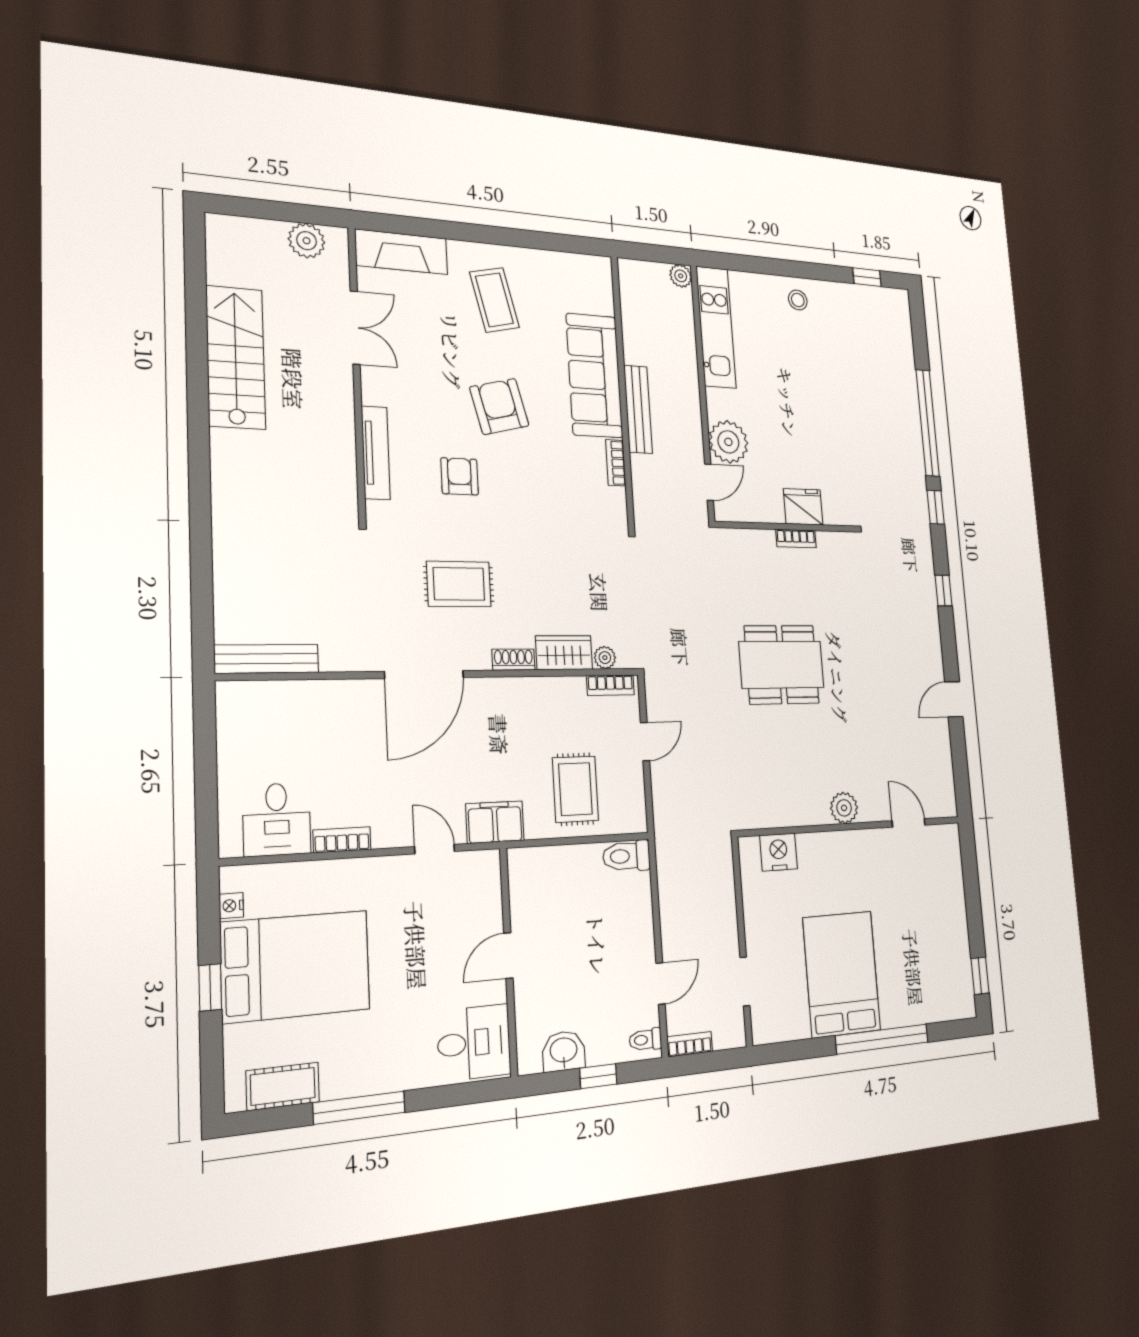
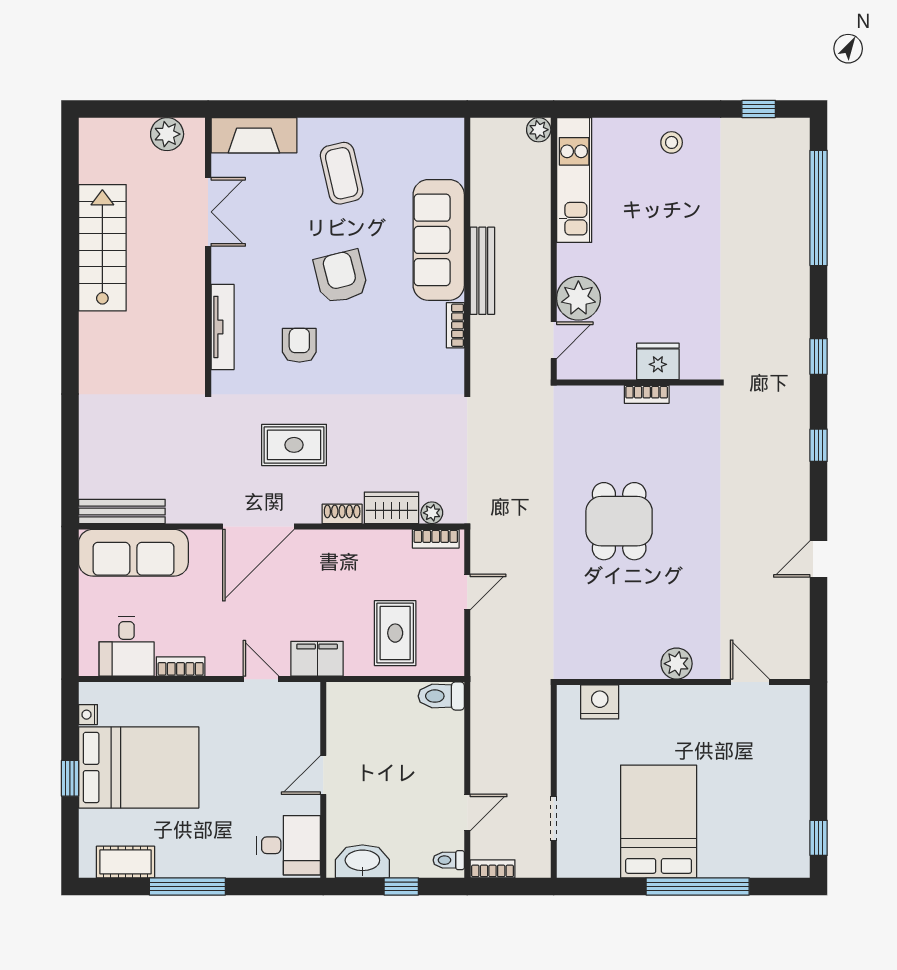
window: (928, 423) -> (819, 208), moved
dining table: (782, 665) -> (619, 521), width x0.73
sofa: (282, 707) -> (133, 553), added
washbasin: (564, 1051) -> (362, 861), width x1.38

